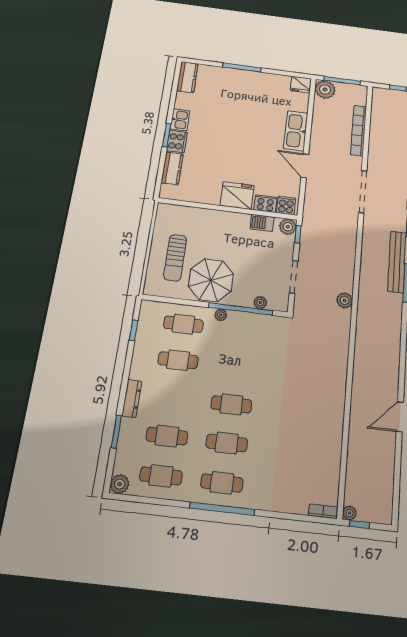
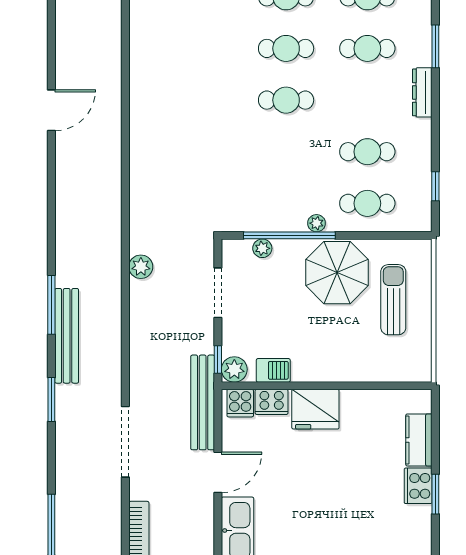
kitchen sink: (180, 120) -> (419, 523), removed
door: (305, 166) -> (218, 472), hinge flipped
bench: (311, 209) -> (203, 402), added

